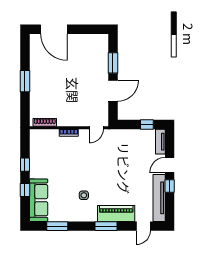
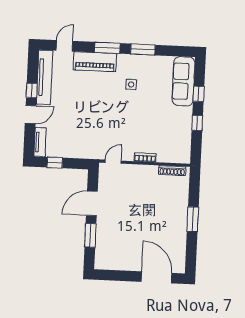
window: (57, 226) -> (143, 49), moved

